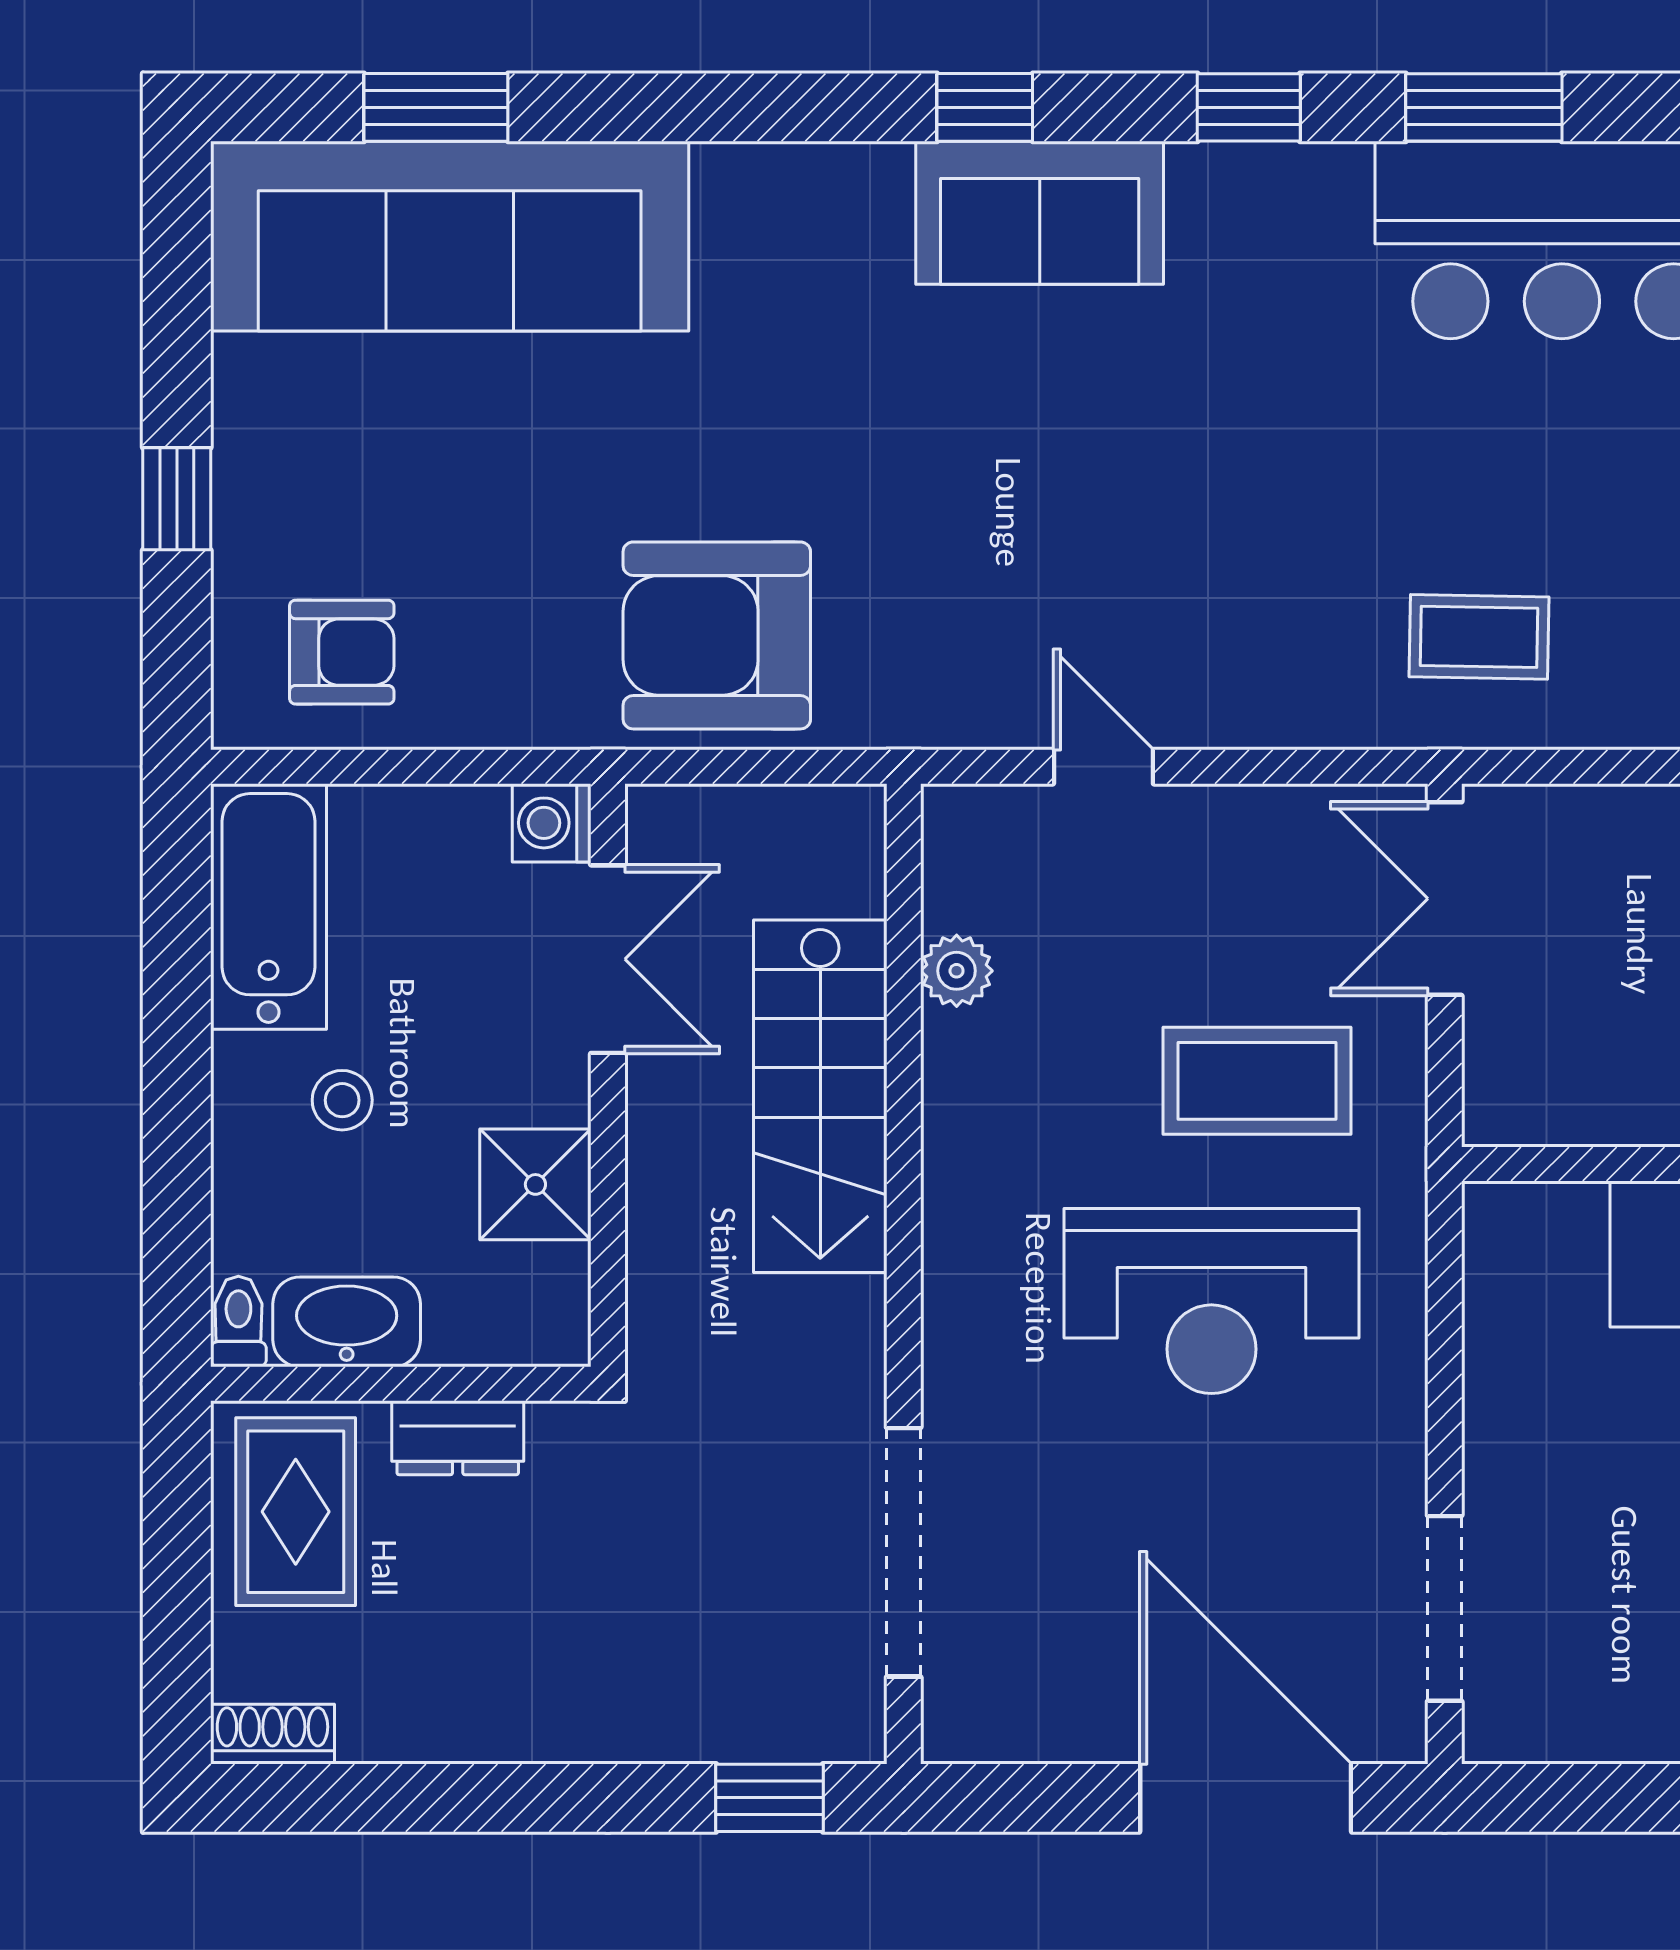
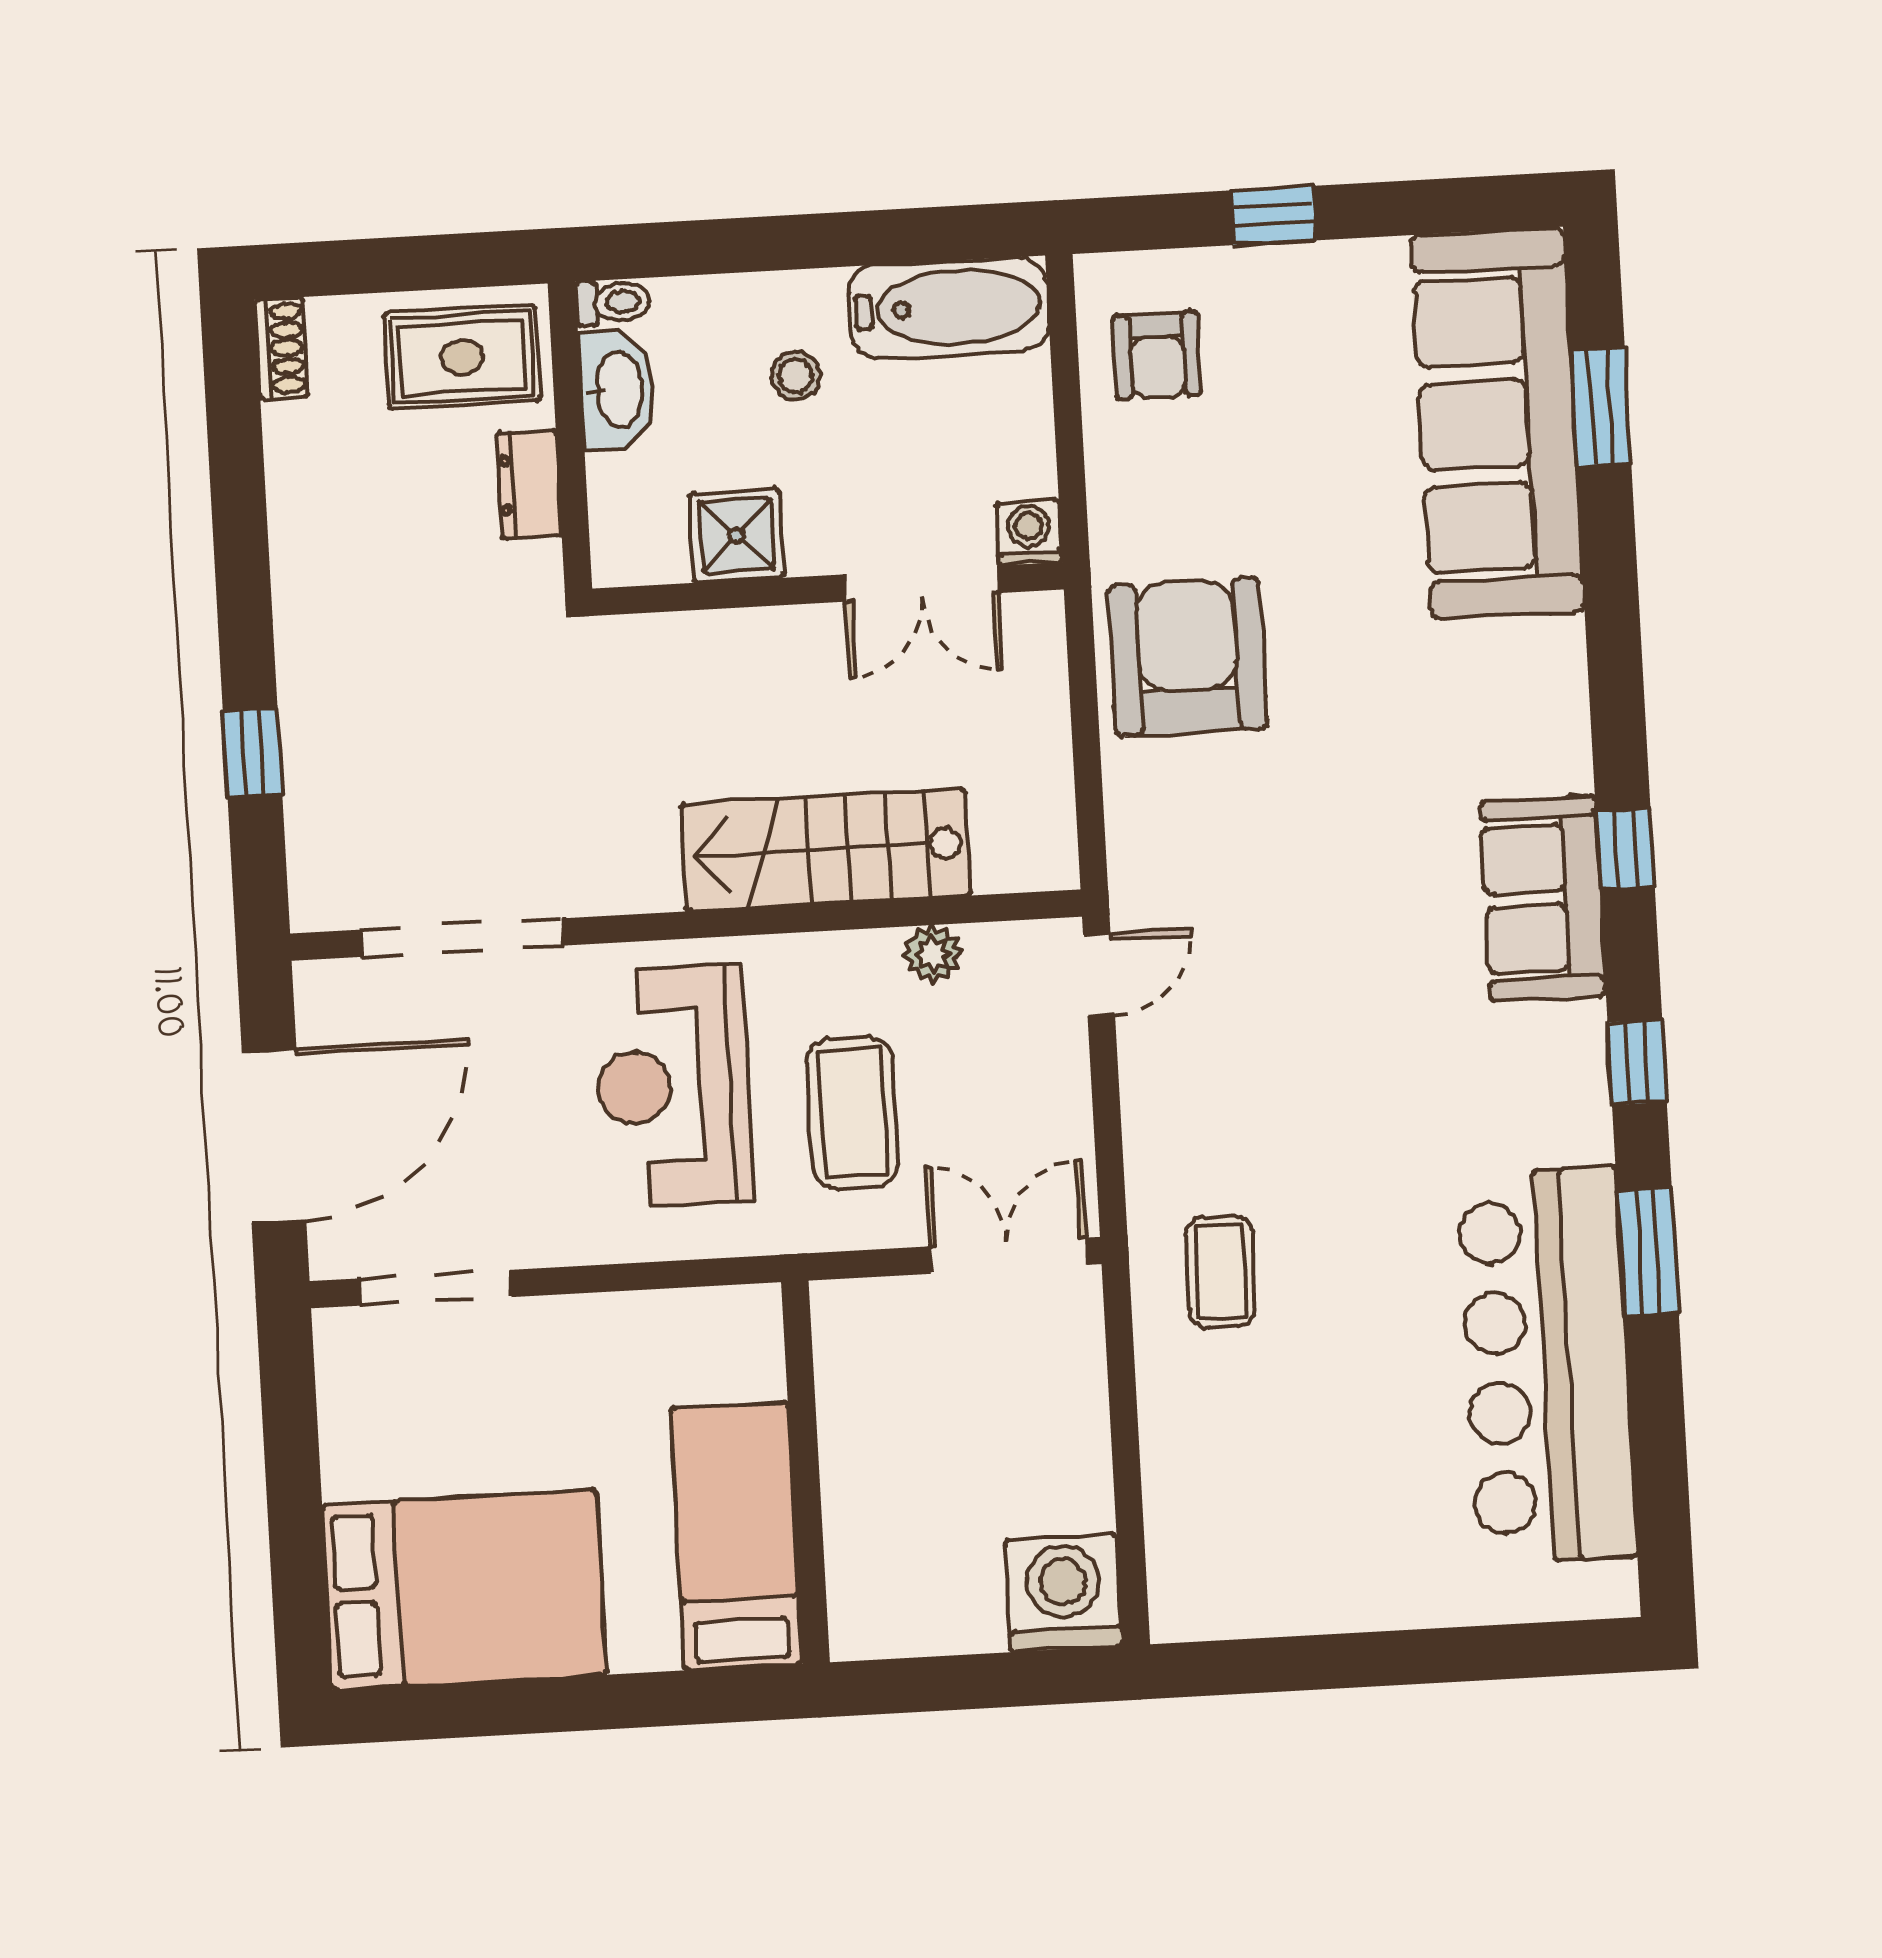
plant: (957, 971) -> (933, 954), moved
stairs: (820, 1096) -> (826, 850), moved
wall: (904, 1274) -> (686, 925), moved
doorway: (904, 1552) -> (462, 938), moved

